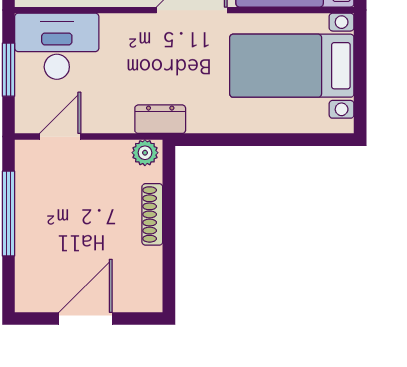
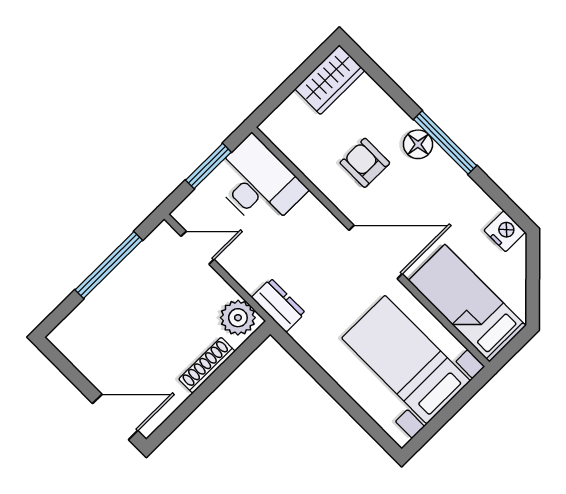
plant: (145, 153) -> (238, 318), width x1.38, depth x1.38
door: (86, 319) -> (115, 417), moved

